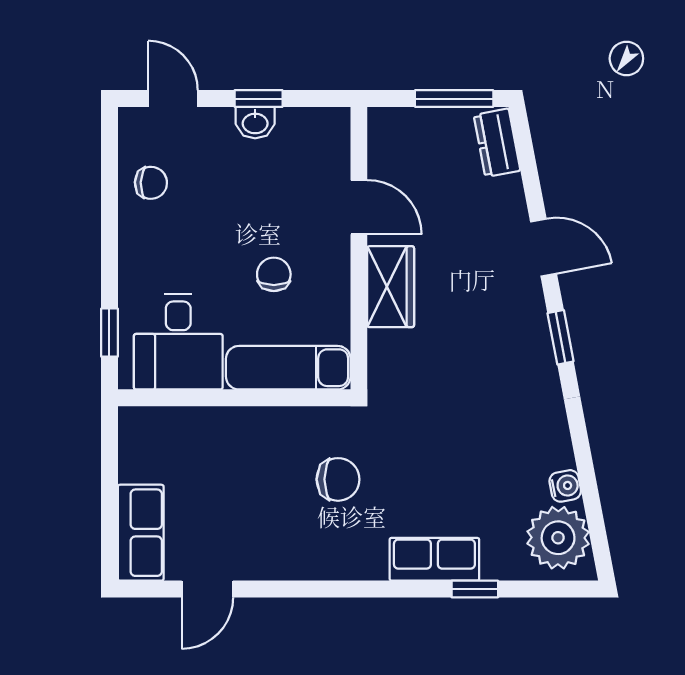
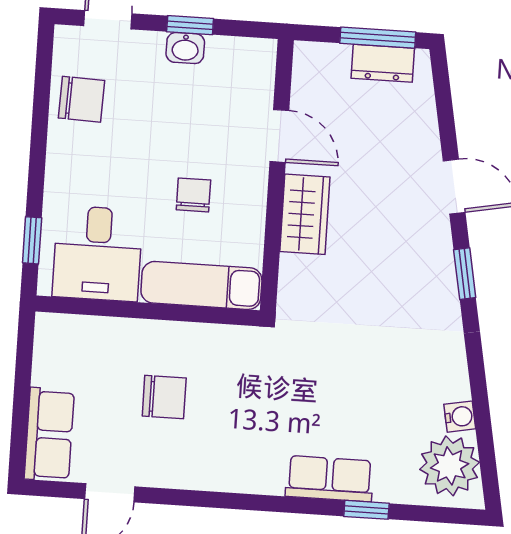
dresser: (497, 143) -> (383, 63), moved, turned -79
chair: (151, 183) -> (81, 99), width x1.37, depth x1.37
chair: (338, 479) -> (164, 397), moved

